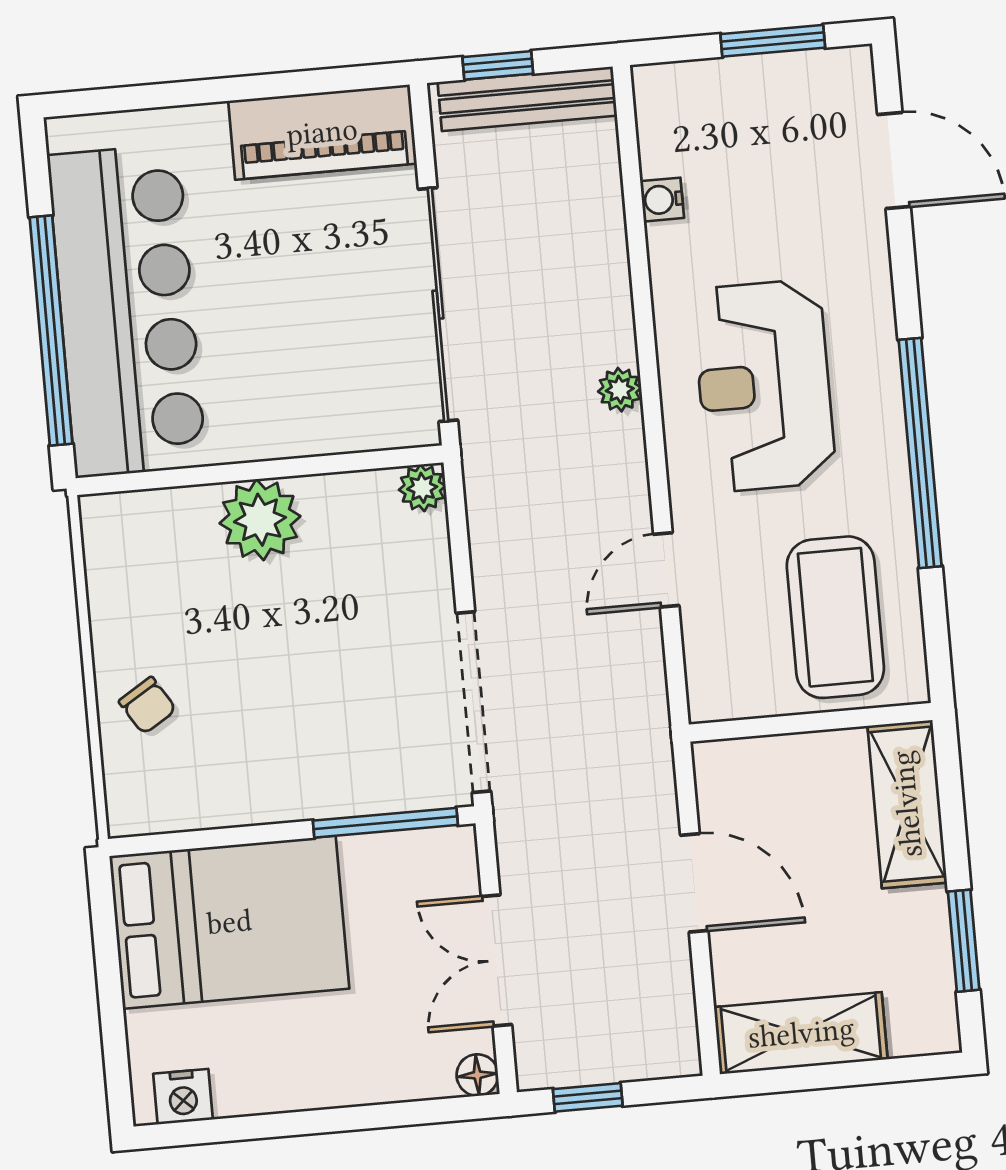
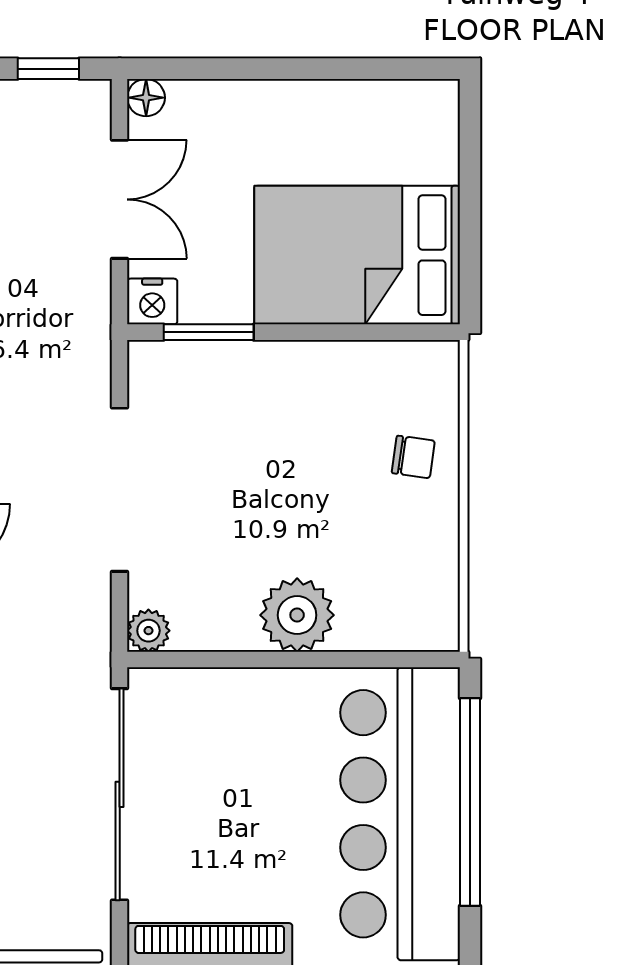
doorway: (473, 702) -> (120, 490), moved
chair: (147, 705) -> (413, 457), turned 130
window: (385, 823) -> (209, 332), width x0.69
nightstand: (183, 1097) -> (152, 301), moved, turned 180

